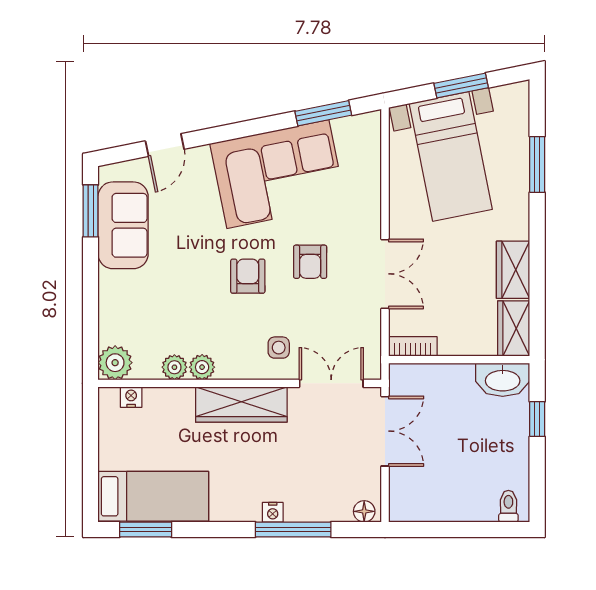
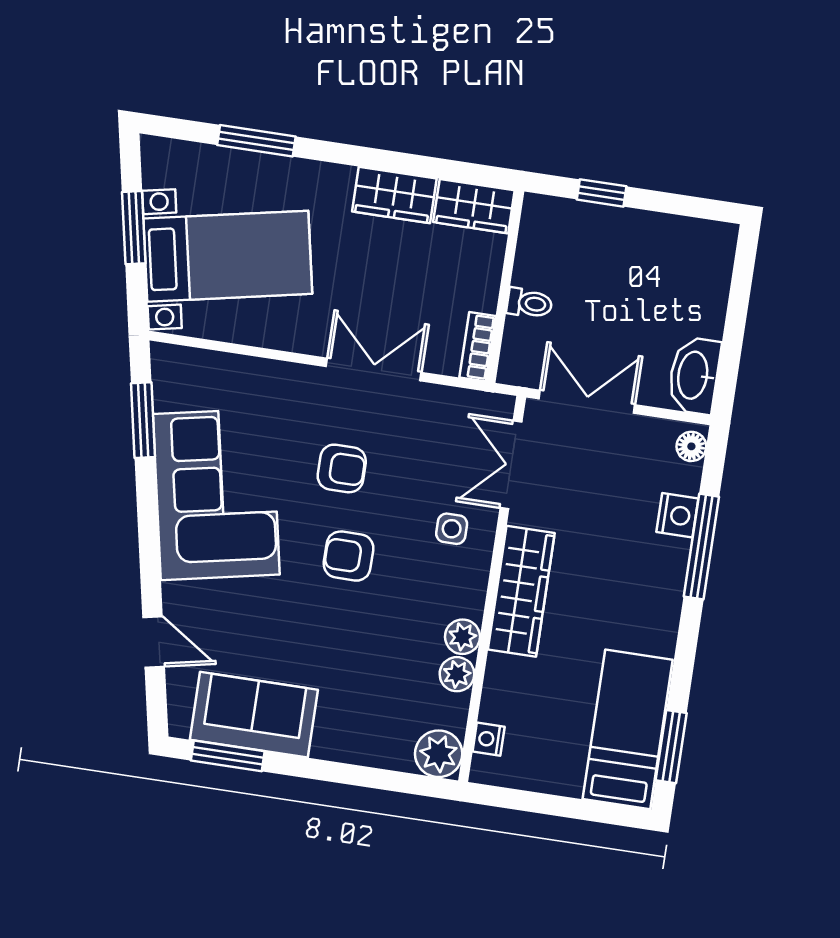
washbasin: (503, 380) -> (694, 375), moved, turned 180
toilet: (508, 506) -> (529, 303), moved, turned 180
nightstand: (273, 512) -> (677, 515), moved, width x1.39, depth x1.35

